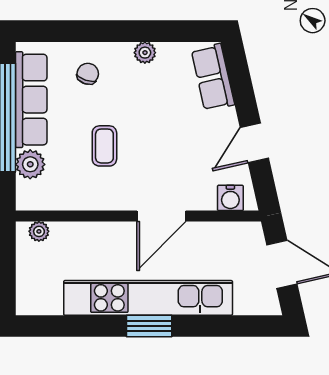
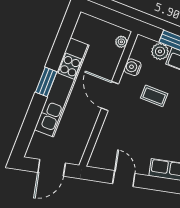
water cooler: (230, 198) -> (133, 67), moved
door: (161, 216) -> (110, 96), moved

